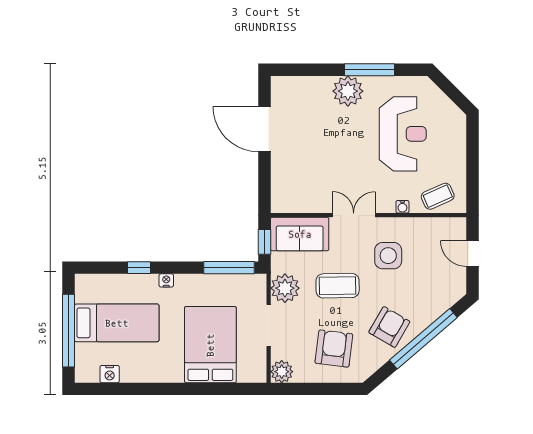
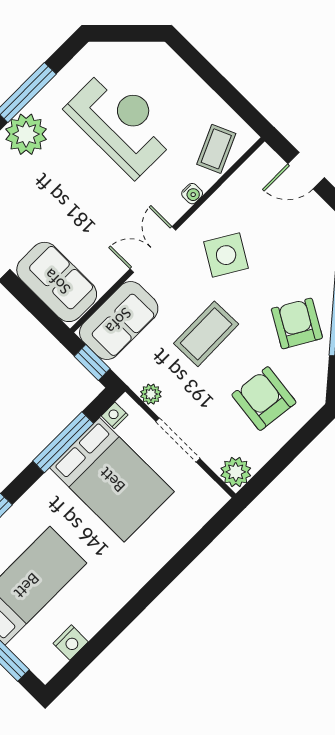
sofa: (288, 182) -> (57, 282), added
side table: (388, 256) -> (226, 255), turned 31
window: (229, 268) -> (63, 442), moved
nightstand: (166, 280) -> (115, 415), moved
plant: (285, 288) -> (151, 394), width x0.53, depth x0.53
bed: (210, 345) -> (112, 480), moved, turned 180

